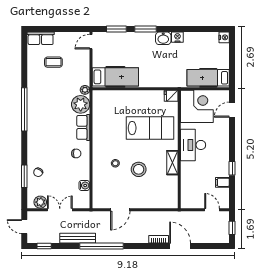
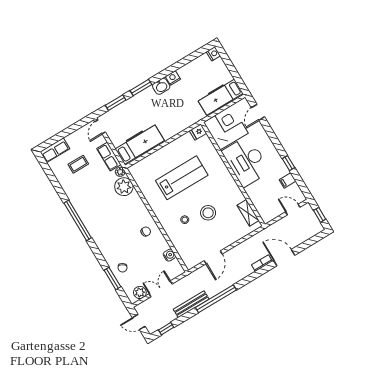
row of seats: (83, 127) -> (109, 157), moved
lab bench: (150, 128) -> (182, 178), moved
desk: (193, 145) -> (246, 161), width x1.36, depth x1.30
shelving: (172, 163) -> (248, 213), moved

